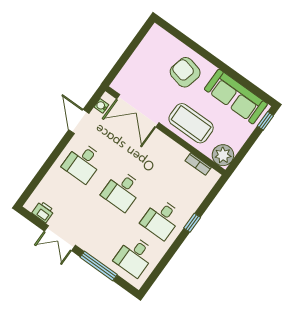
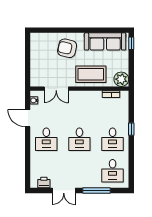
double door: (138, 111) -> (56, 89), width x0.73

